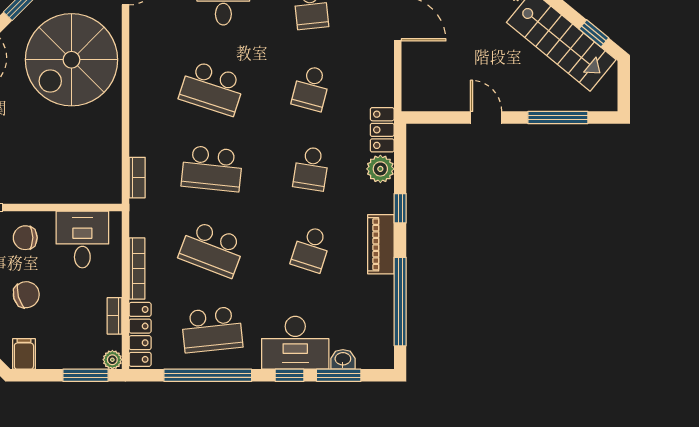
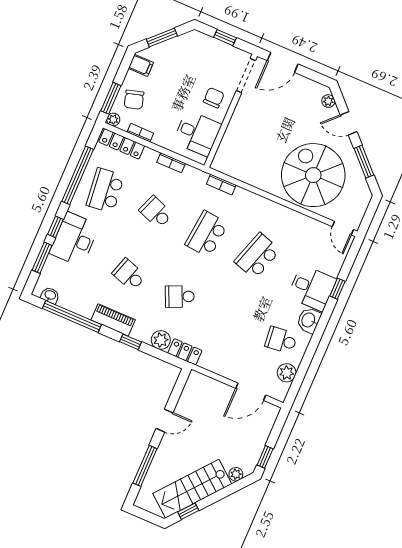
school desk: (311, 88) -> (230, 318), removed
school desk: (311, 169) -> (180, 297), turned -33
school desk: (212, 249) -> (156, 212), width x0.54
bookcase: (137, 269) -> (171, 163), width x0.64
chair: (26, 295) -> (134, 100), moved
washbasin: (343, 359) -> (50, 295), moved, turned -90

